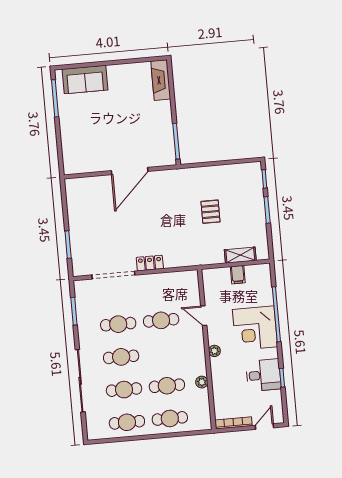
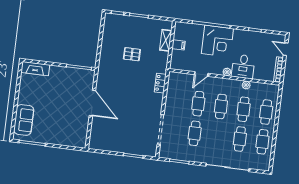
locker: (150, 263) -> (160, 83), moved
cafe table: (121, 357) -> (221, 106), moved
desk: (263, 375) -> (243, 66), moved, turned 180

